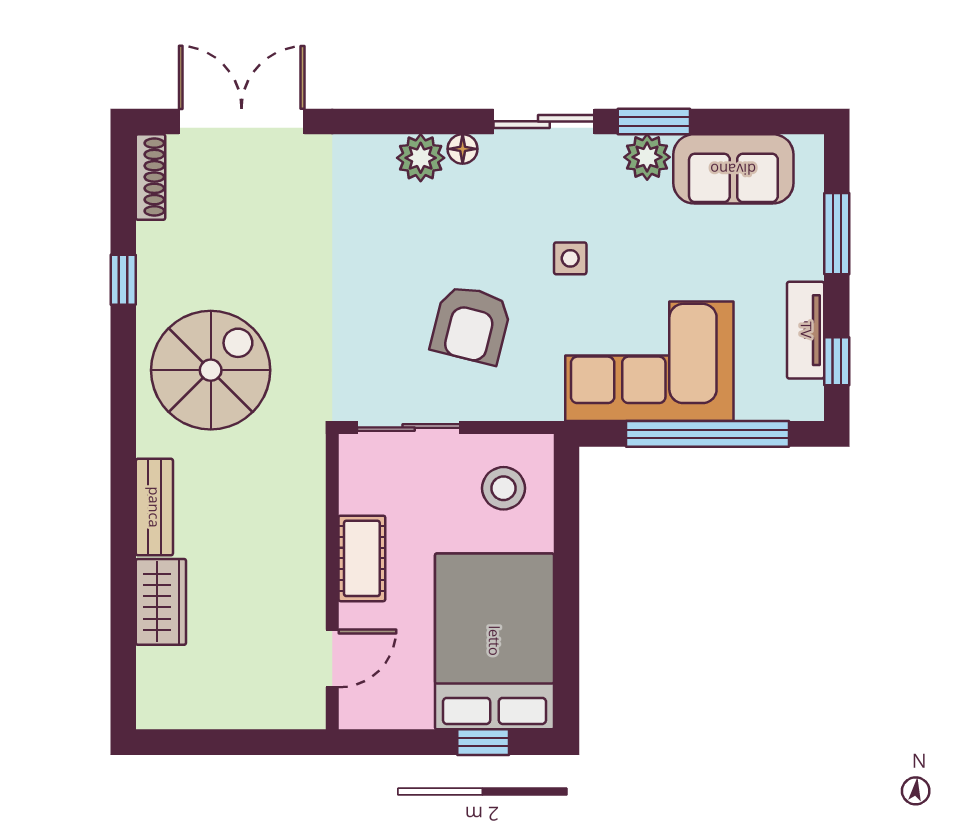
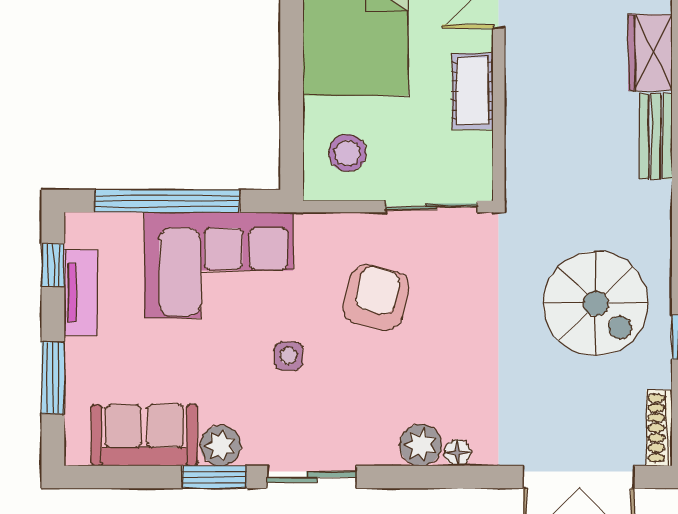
floor lamp: (463, 149) -> (458, 453), moved
spiral stairs: (211, 370) -> (596, 303), moved, turned -90

